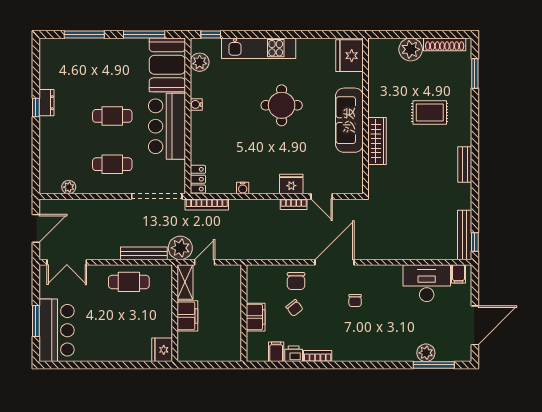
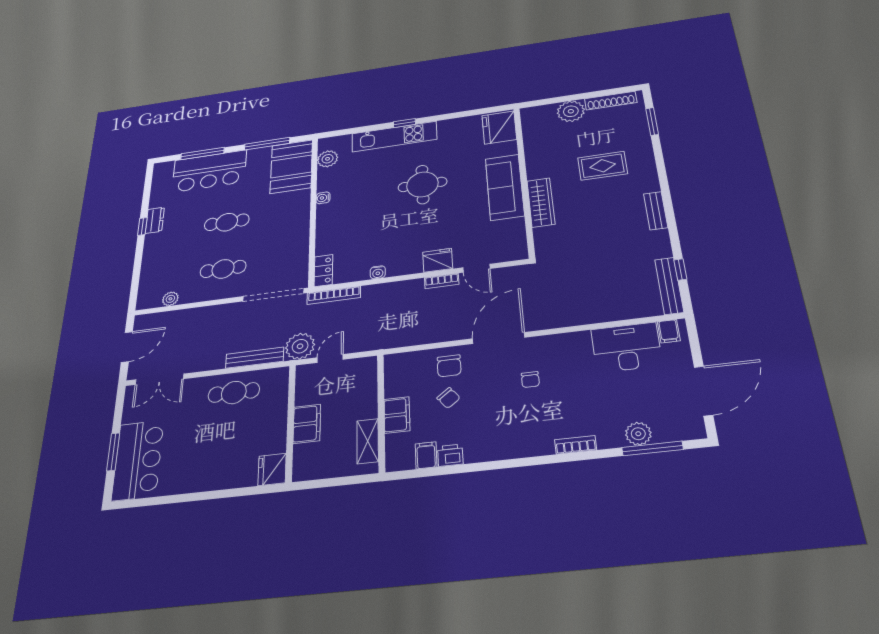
window: (211, 35) -> (404, 123), moved
bar counter: (167, 126) -> (209, 171), moved, turned -90
window: (475, 242) -> (680, 270), moved
shelving: (185, 282) -> (368, 441), moved
bookcase: (318, 356) -> (576, 445), moved

